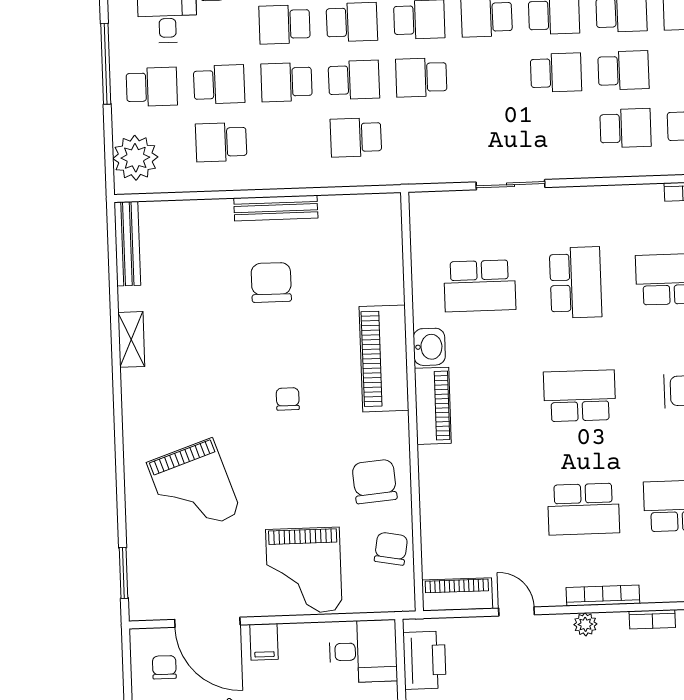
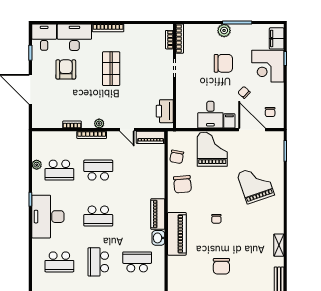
desk: (363, 651) -> (210, 115), moved, turned -90

